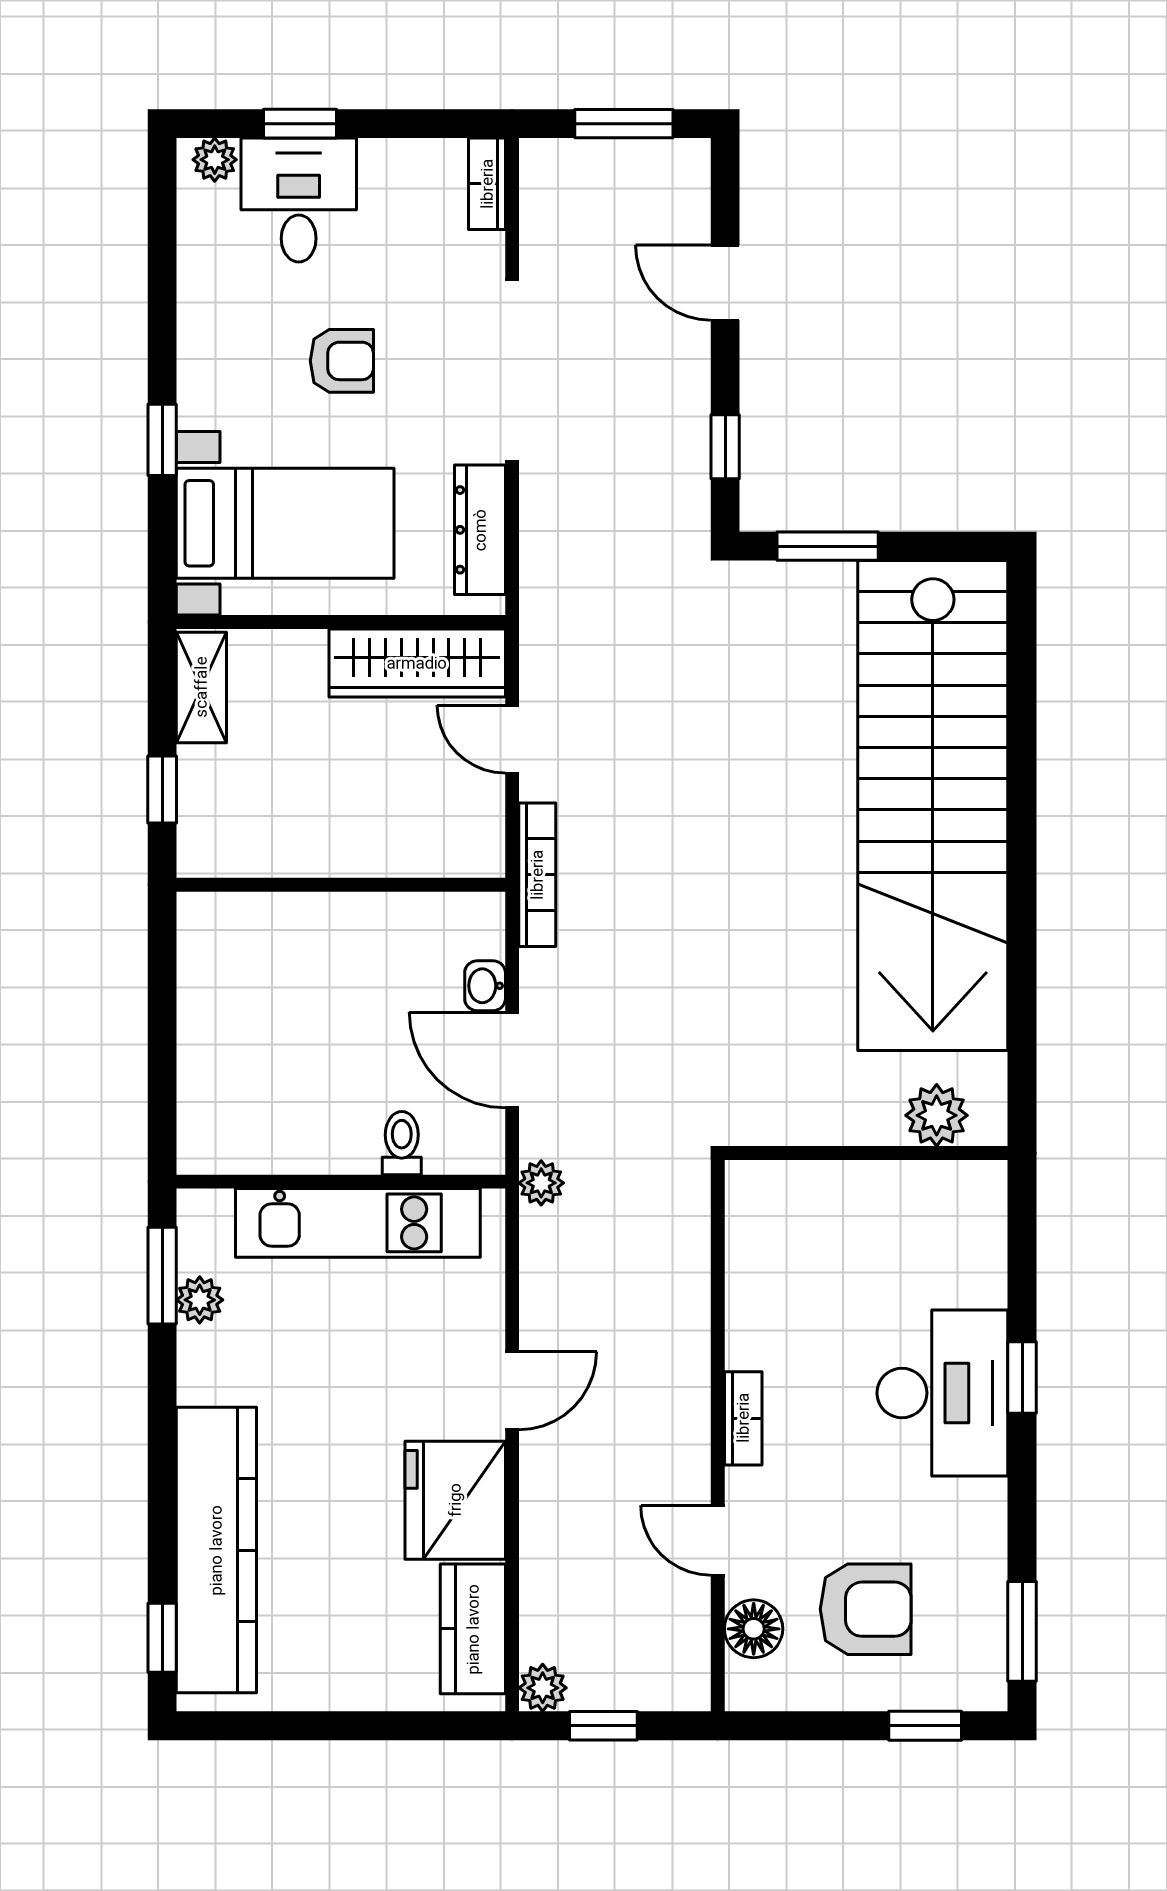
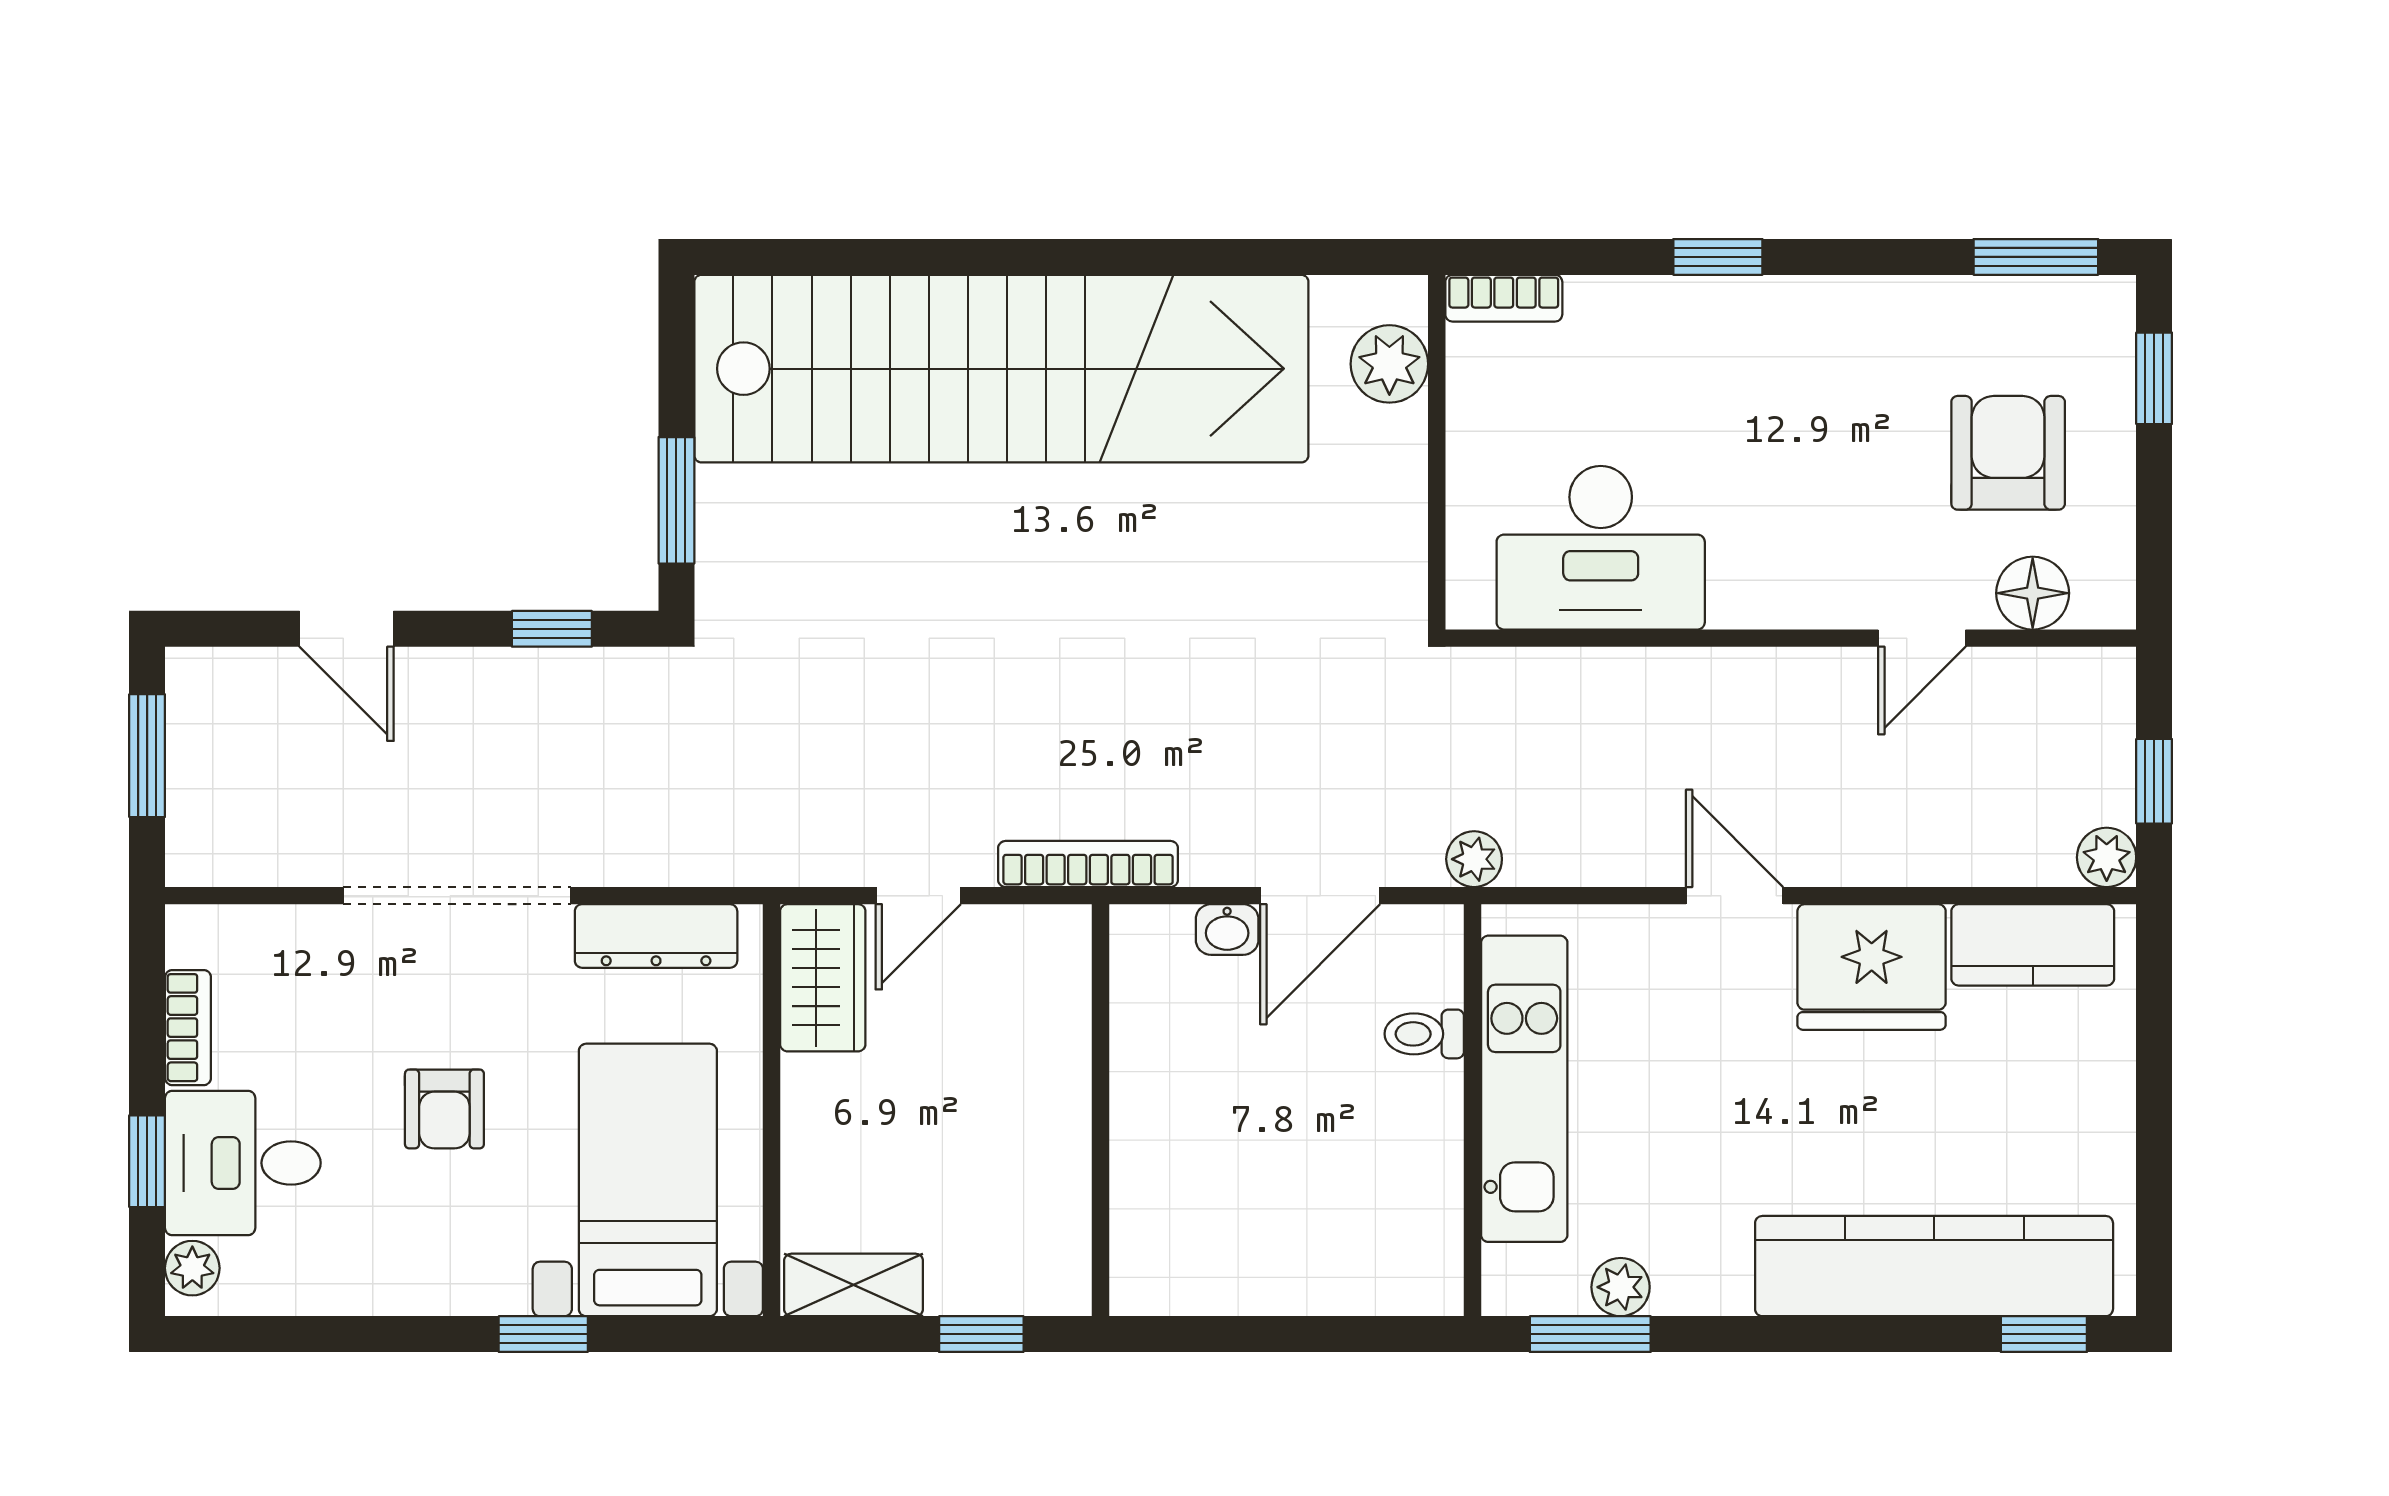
bookcase: (487, 184) -> (188, 1028), moved, turned -90
door: (725, 283) -> (347, 629), hinge flipped
armchair: (342, 361) -> (444, 1109), turned 180
wardrobe: (417, 663) -> (823, 978), width x0.67
desk: (942, 1393) -> (1601, 548), moved, turned 180
bookcase: (743, 1418) -> (1504, 298), moved, turned 180

